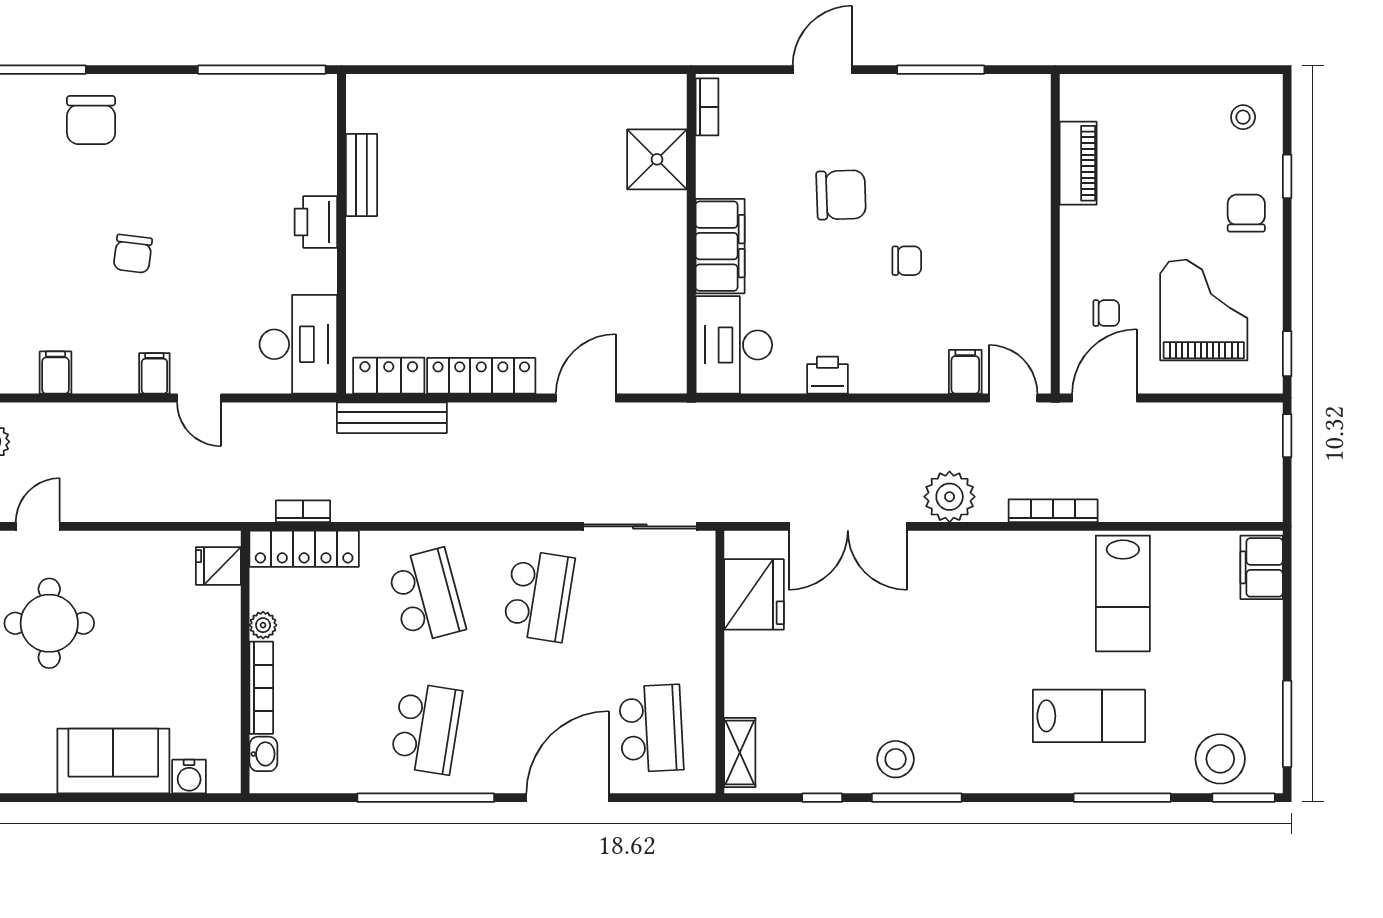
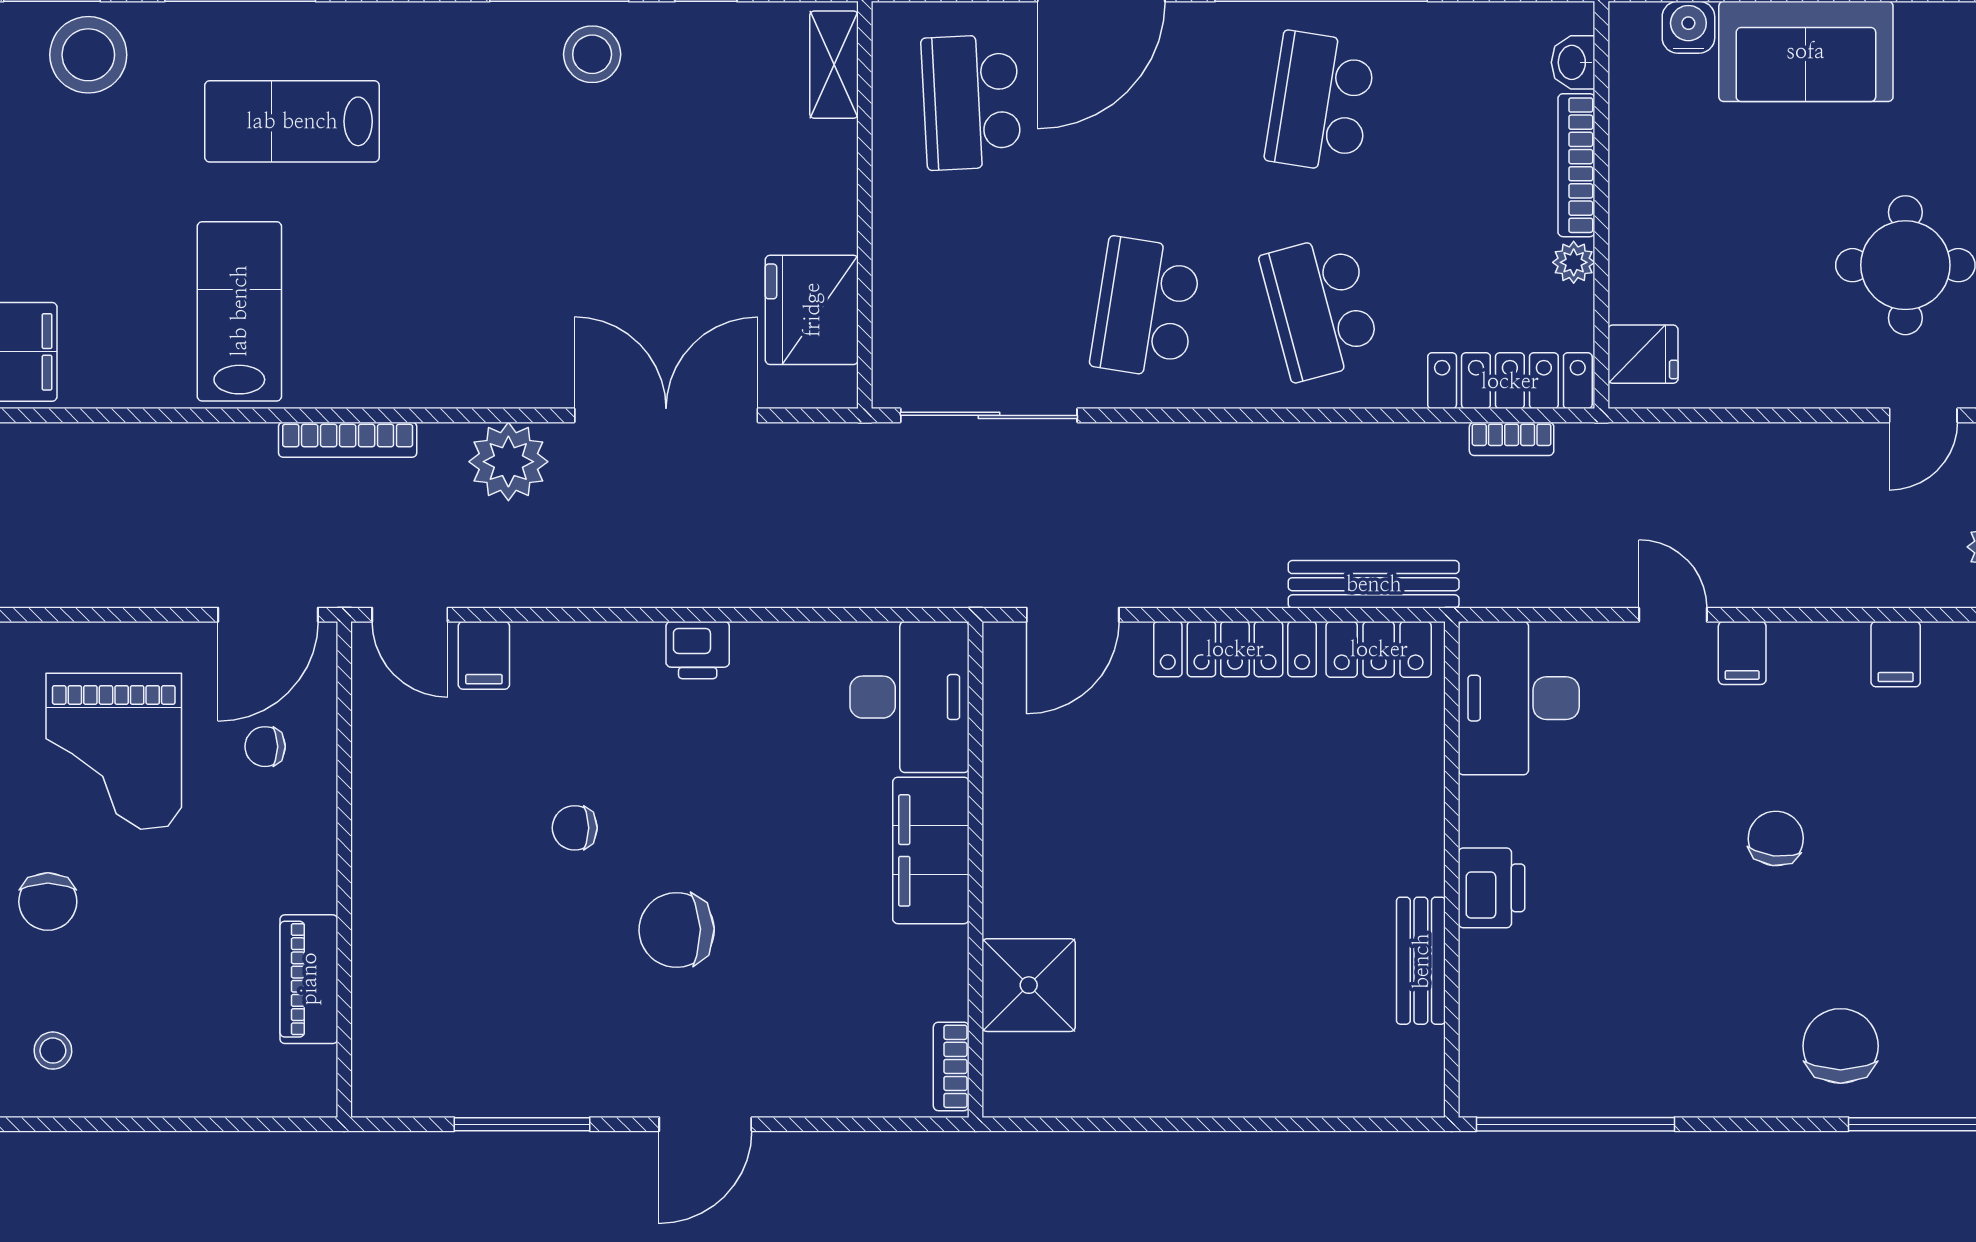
bookcase: (707, 107) -> (951, 1066), moved
shower: (657, 159) -> (1029, 985), moved
wall: (691, 234) -> (976, 869), moved
filing cabinet: (720, 246) -> (931, 850), moved
desk: (734, 345) -> (910, 697), moved

